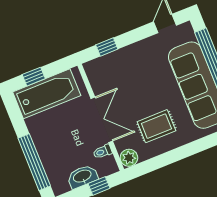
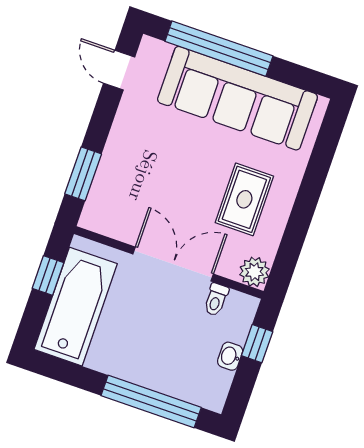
window: (107, 47) -> (83, 174), width x1.50
window: (34, 77) -> (48, 276), moved
washbasin: (82, 177) -> (230, 356), width x0.52, depth x0.69

